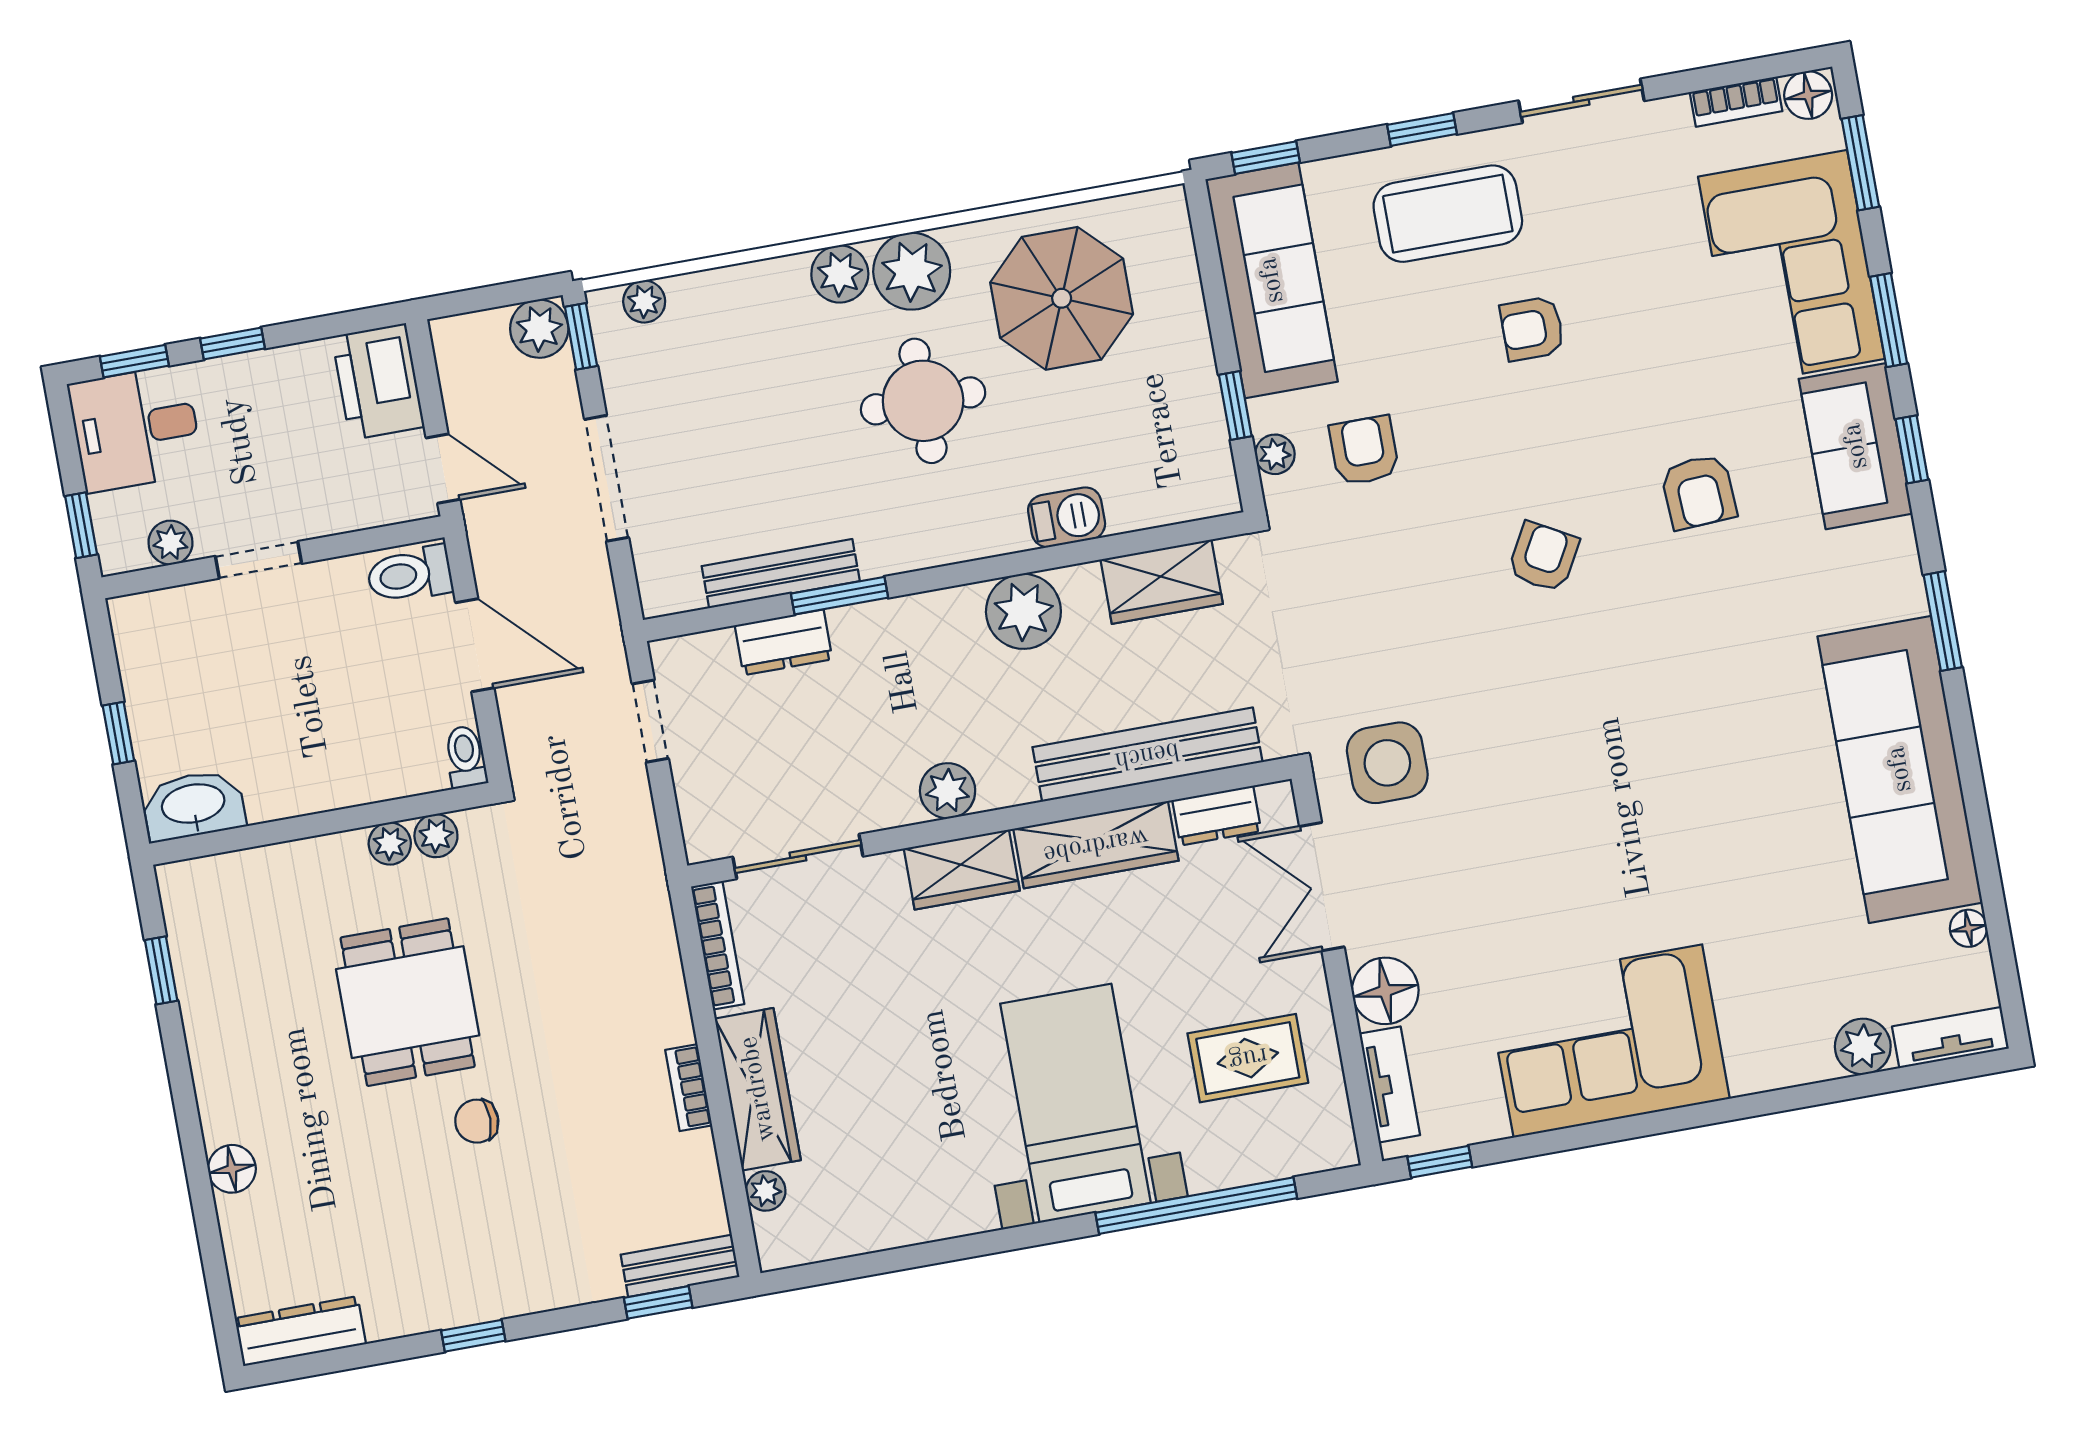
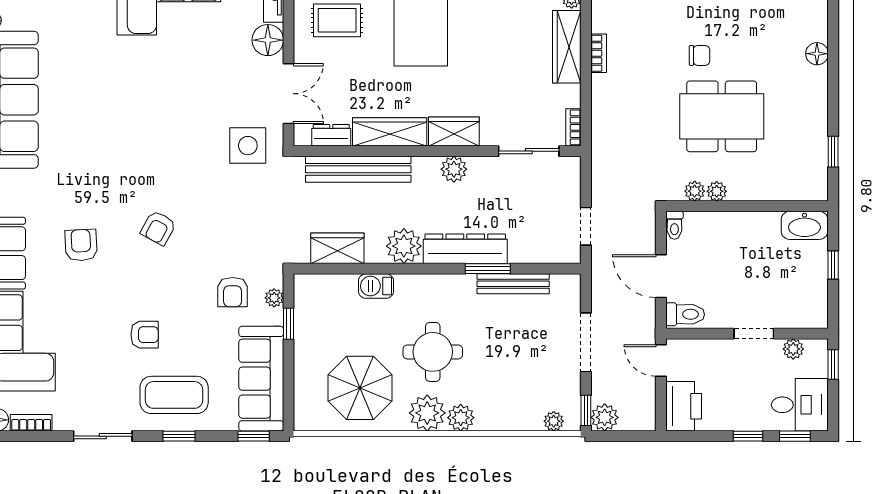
dresser: (784, 642) -> (465, 249), moved, width x1.96, depth x1.24
bookcase: (718, 945) -> (573, 127), width x0.64
dining table: (408, 1002) -> (722, 116), width x1.38

